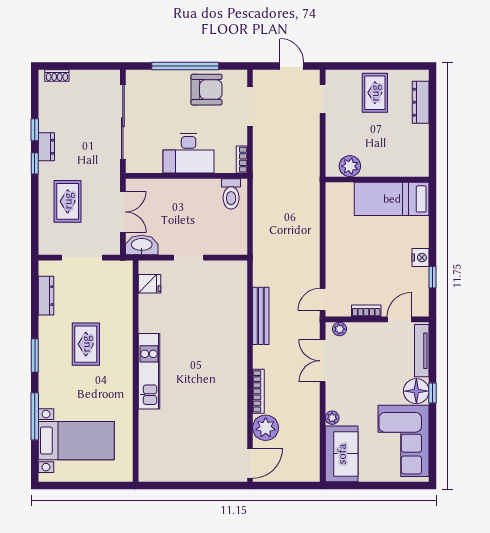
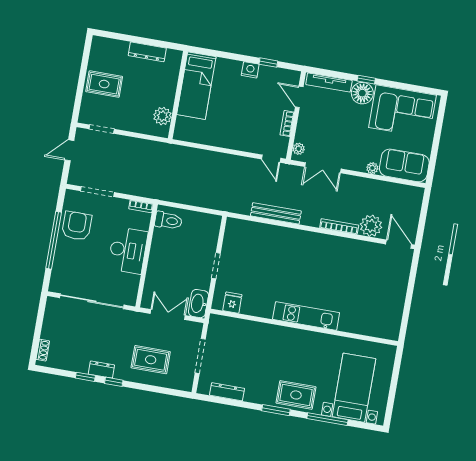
dresser: (421, 102) -> (147, 52), moved
rug: (86, 344) -> (296, 395), moved

